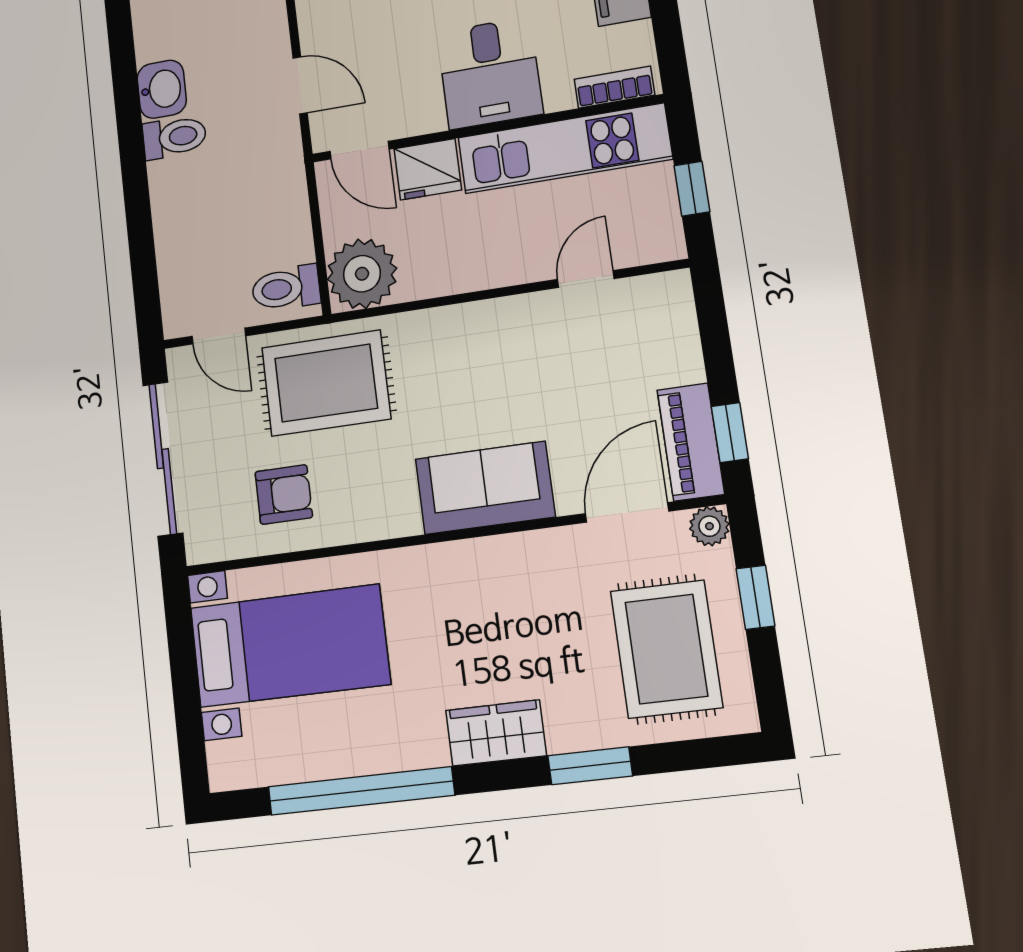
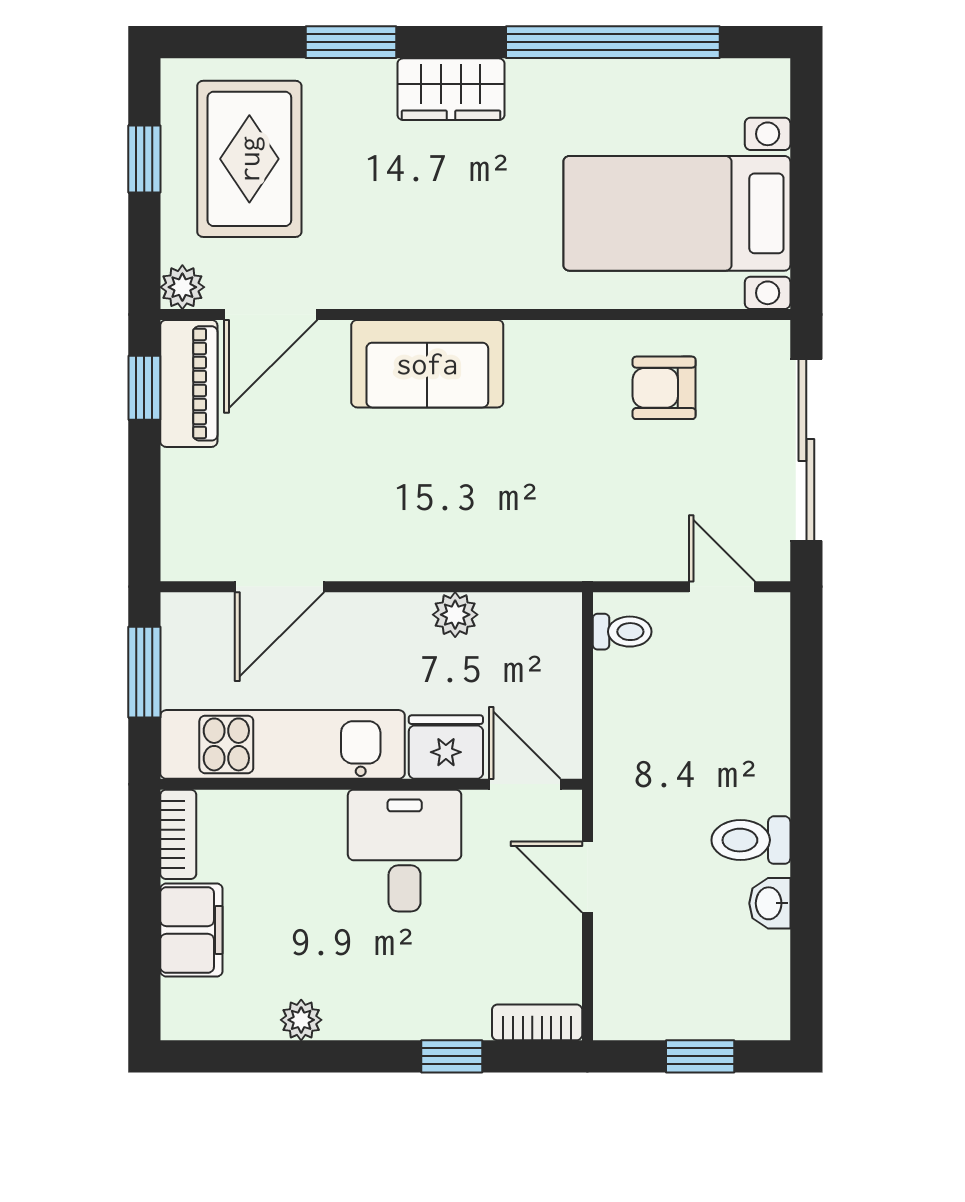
desk: (490, 73) -> (405, 851), moved
bookcase: (614, 87) -> (178, 834), moved, turned -90
washbasin: (162, 89) -> (770, 903), width x0.72, depth x0.69
window: (692, 189) -> (144, 672), width x1.50
plant: (362, 274) -> (455, 615), moved, width x0.53, depth x0.53
door: (586, 279) -> (279, 587), width x1.38
toilet: (286, 288) -> (622, 632), width x0.73, depth x0.72
rug: (326, 383) -> (598, 511), removed
window: (755, 597) -> (144, 159), moved

